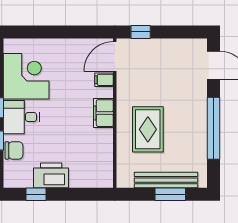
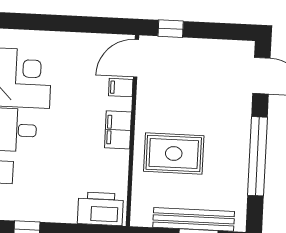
rug: (148, 129) -> (174, 154), turned 90
printer: (51, 175) -> (100, 209), moved

